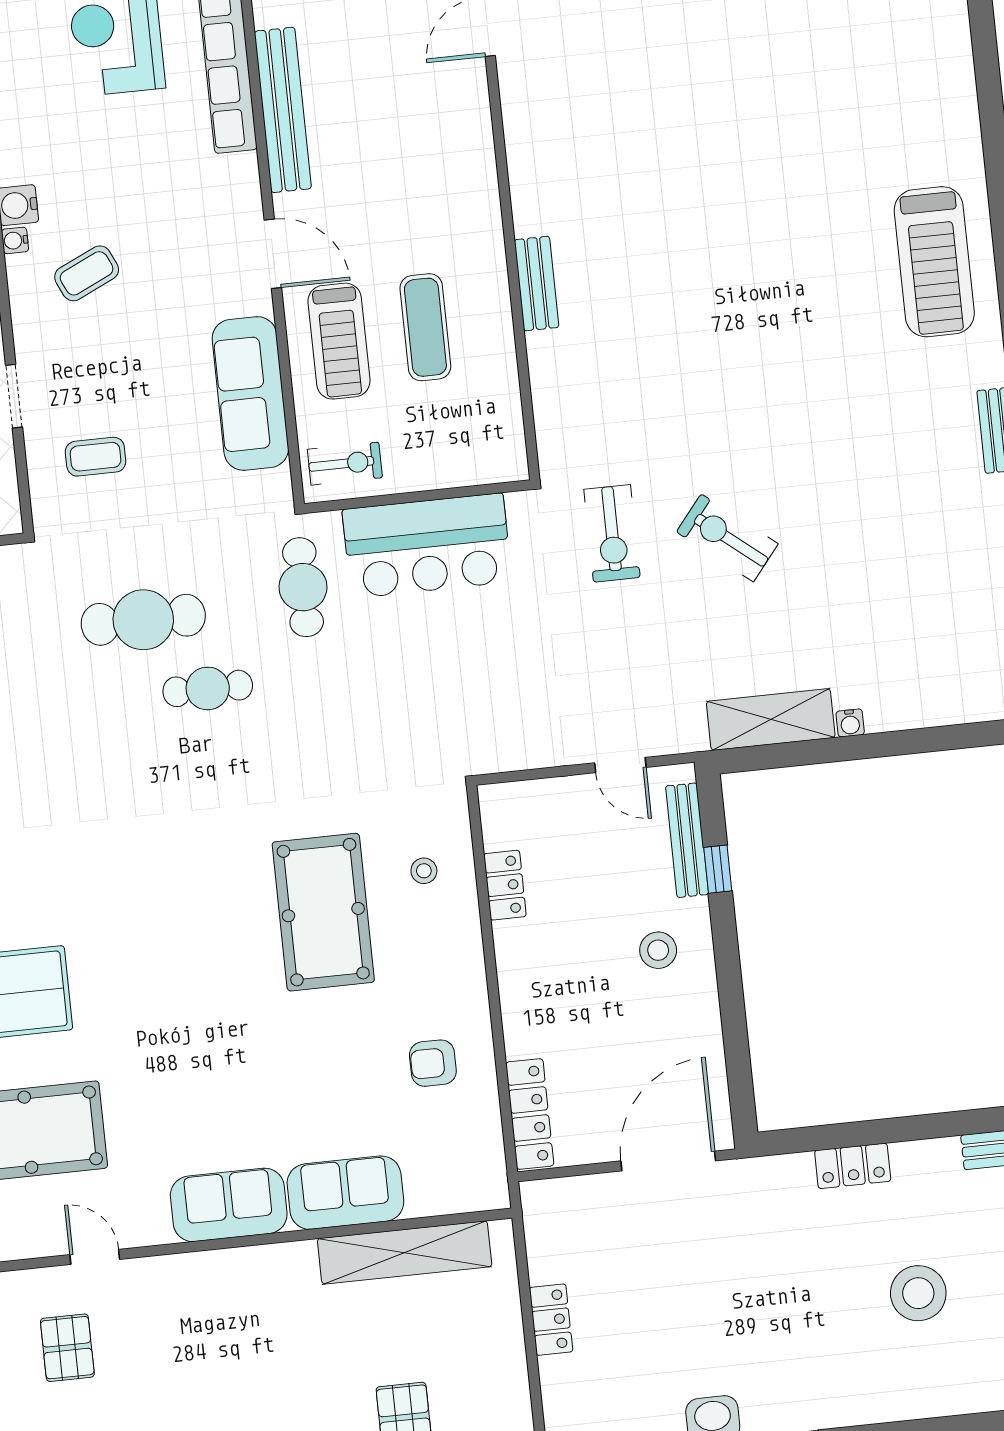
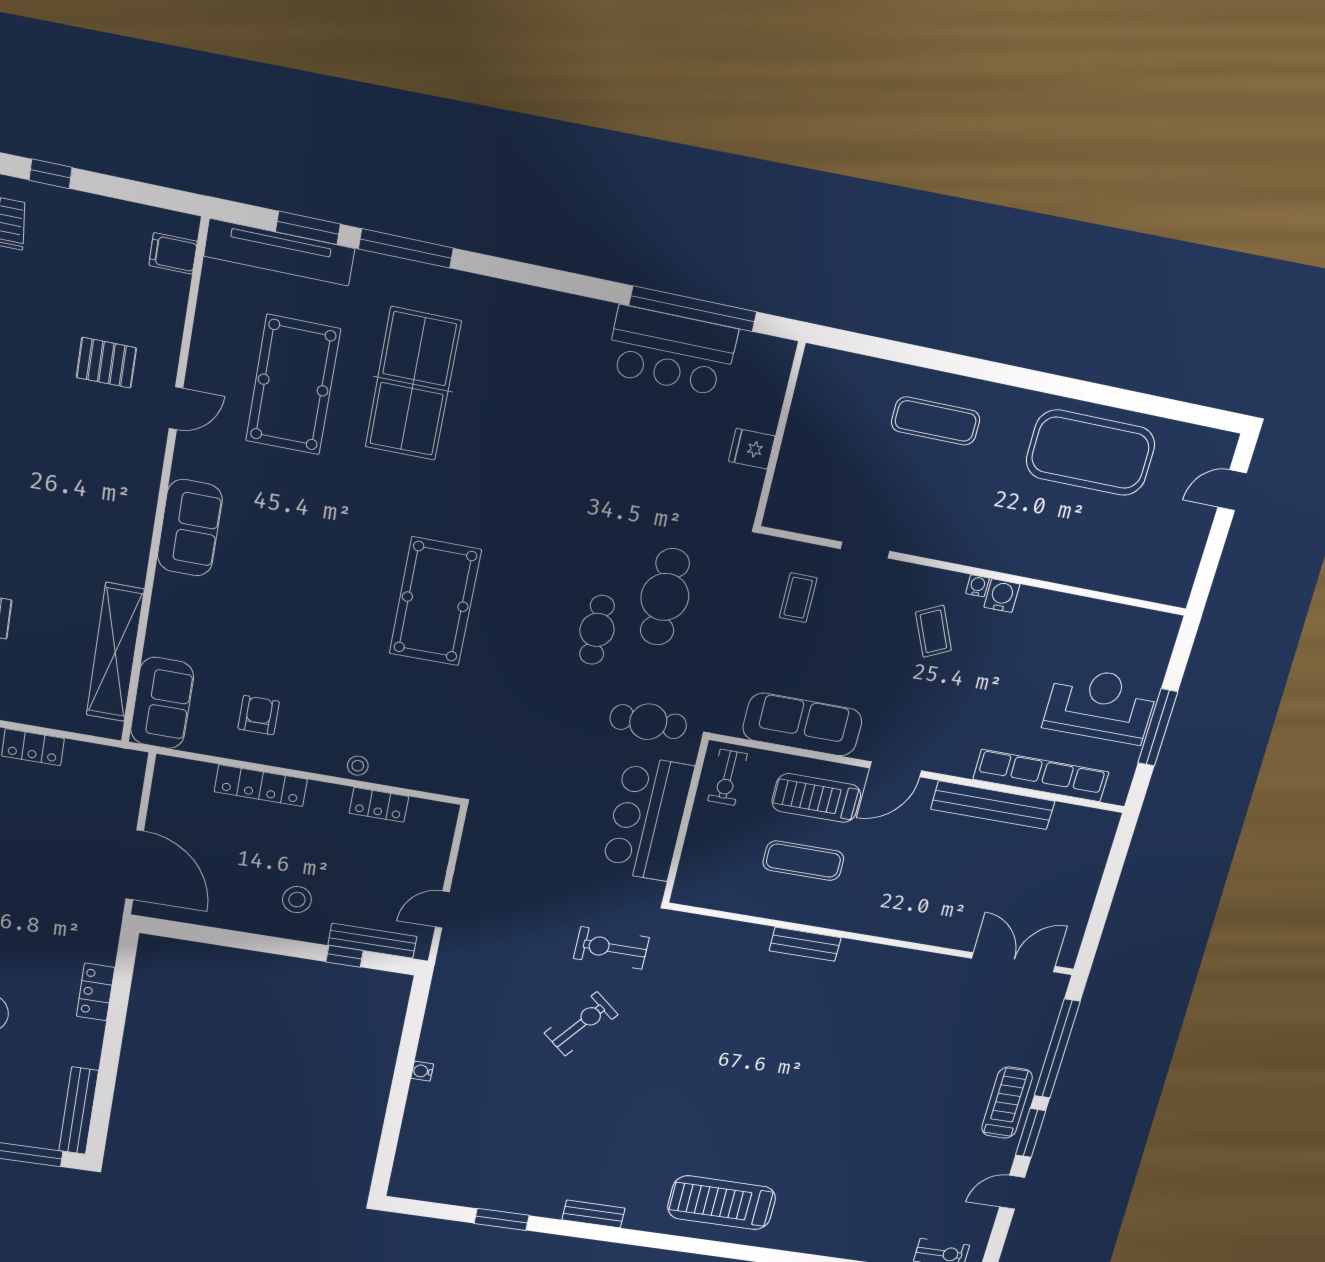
shelving: (771, 719) -> (442, 1020), removed
stool: (424, 871) -> (358, 766), moved
pool table: (323, 912) -> (435, 602), moved, turned 90
locker: (530, 1114) -> (261, 786), moved
sofa: (345, 1193) -> (162, 703), moved

